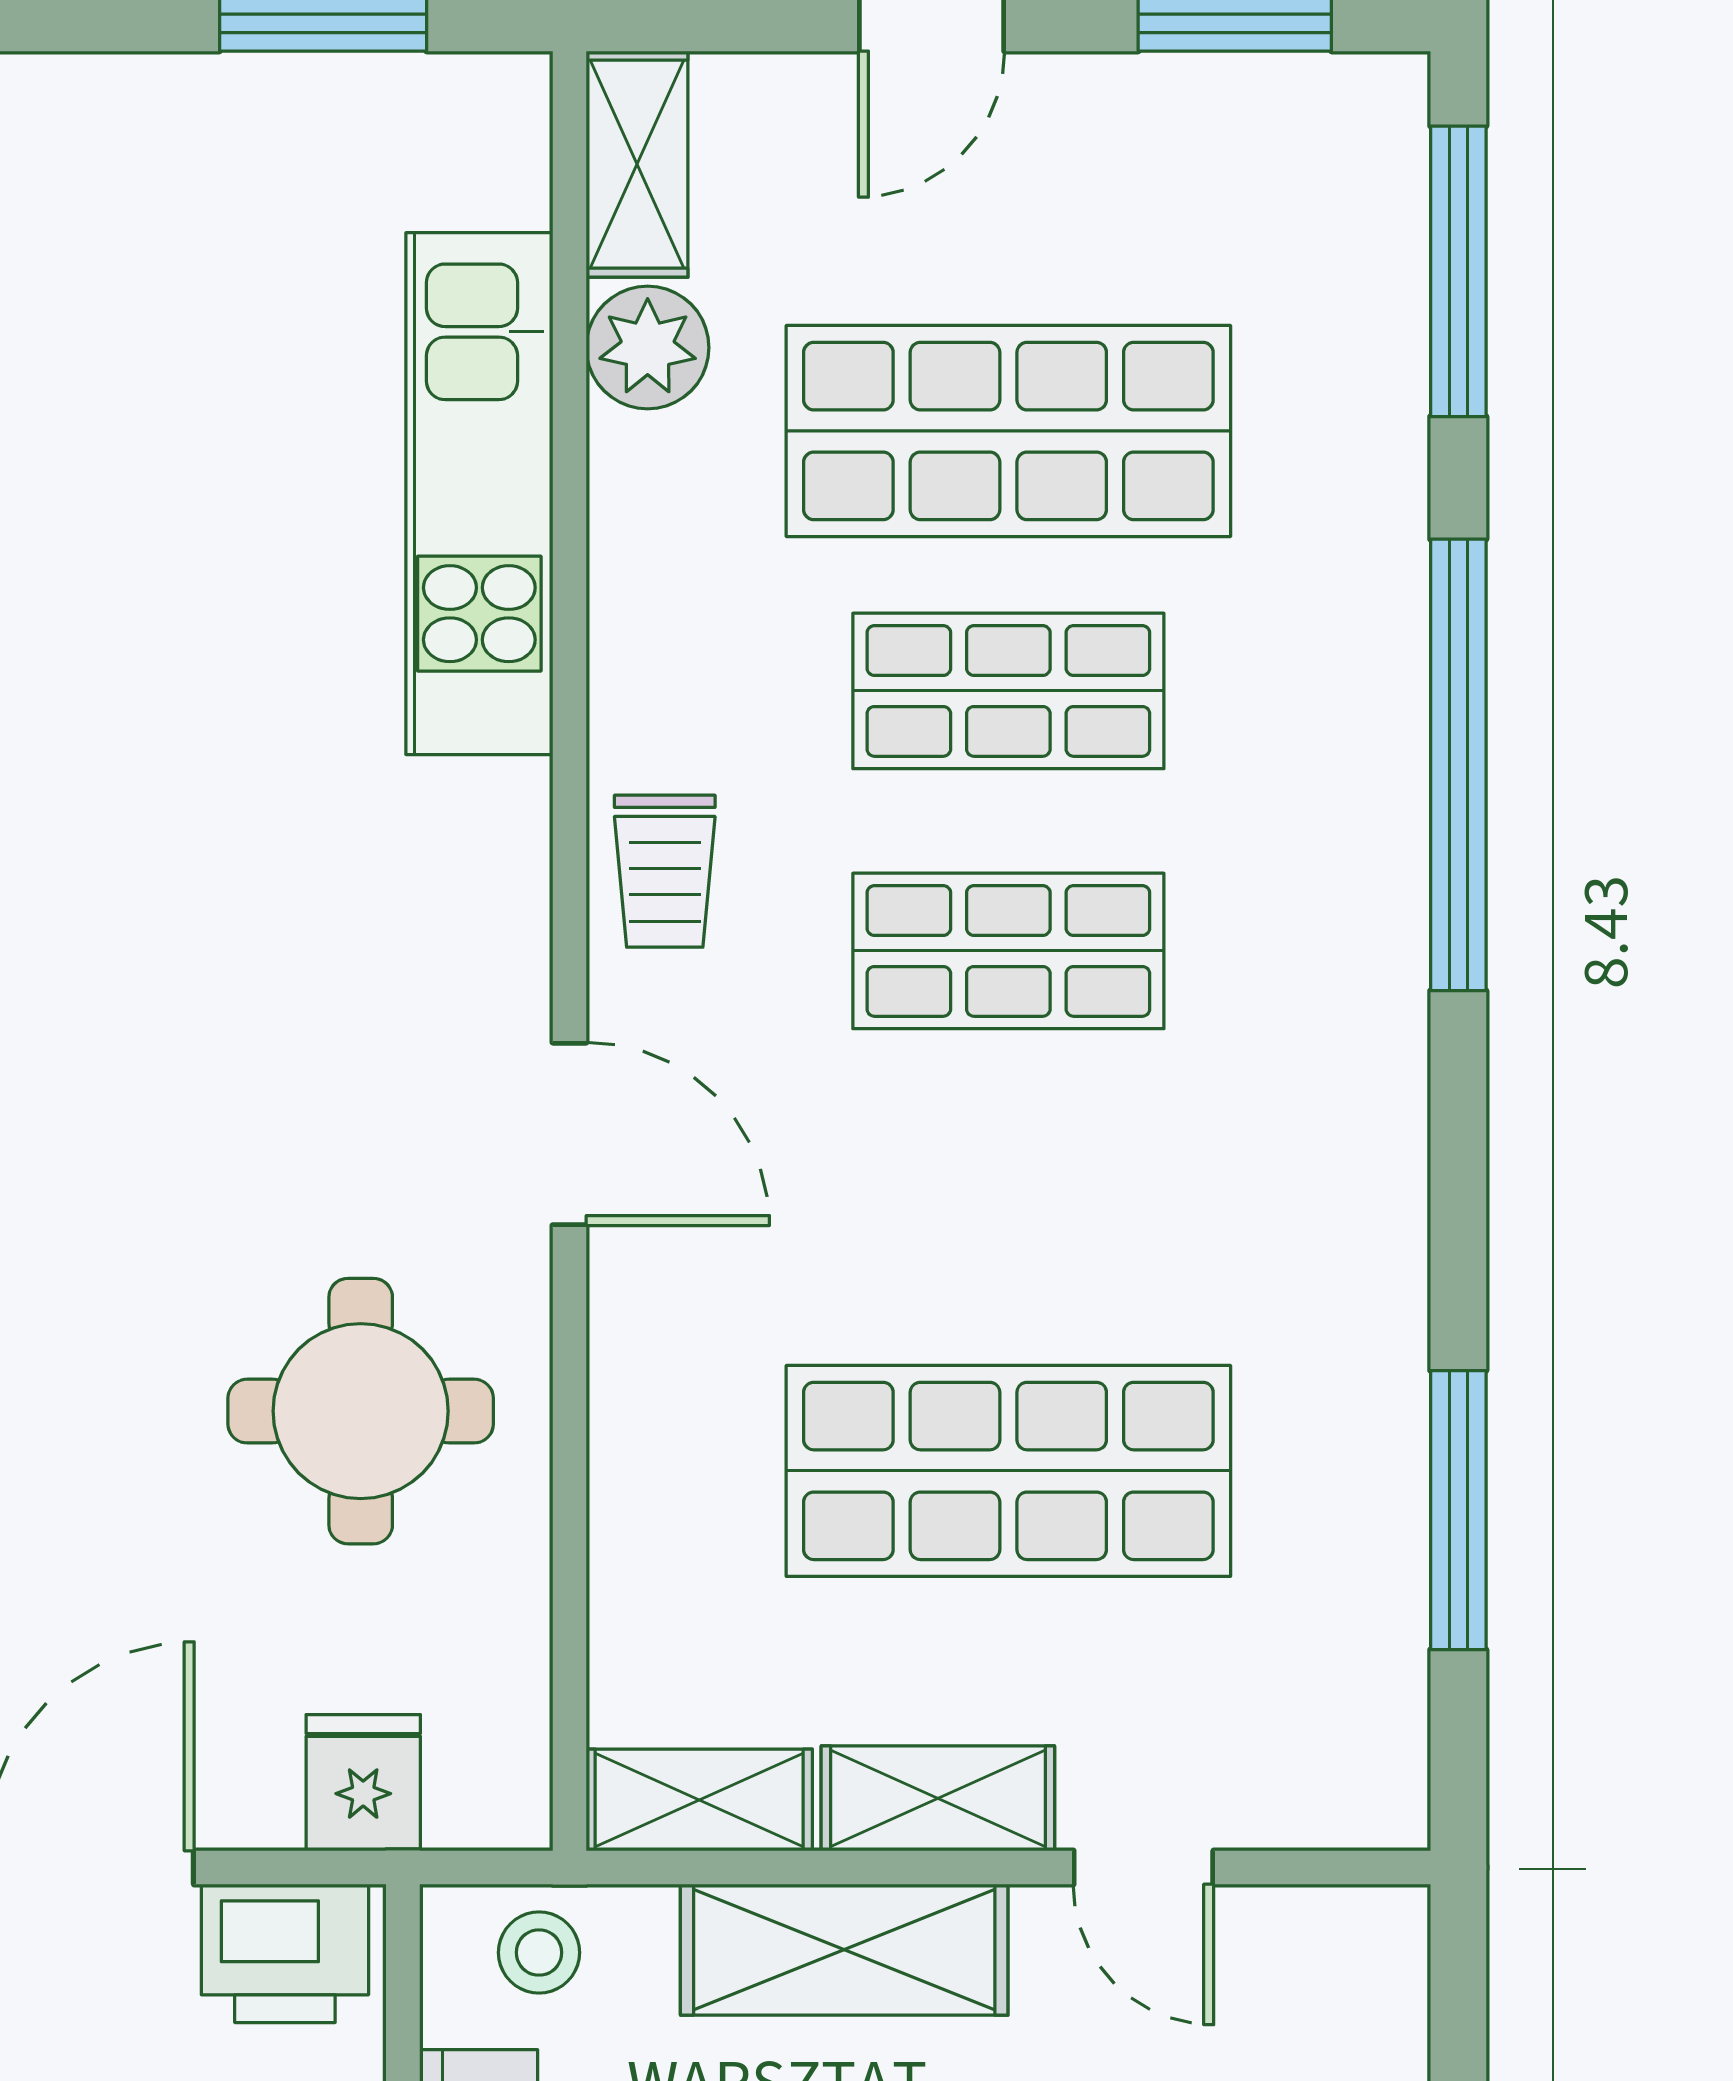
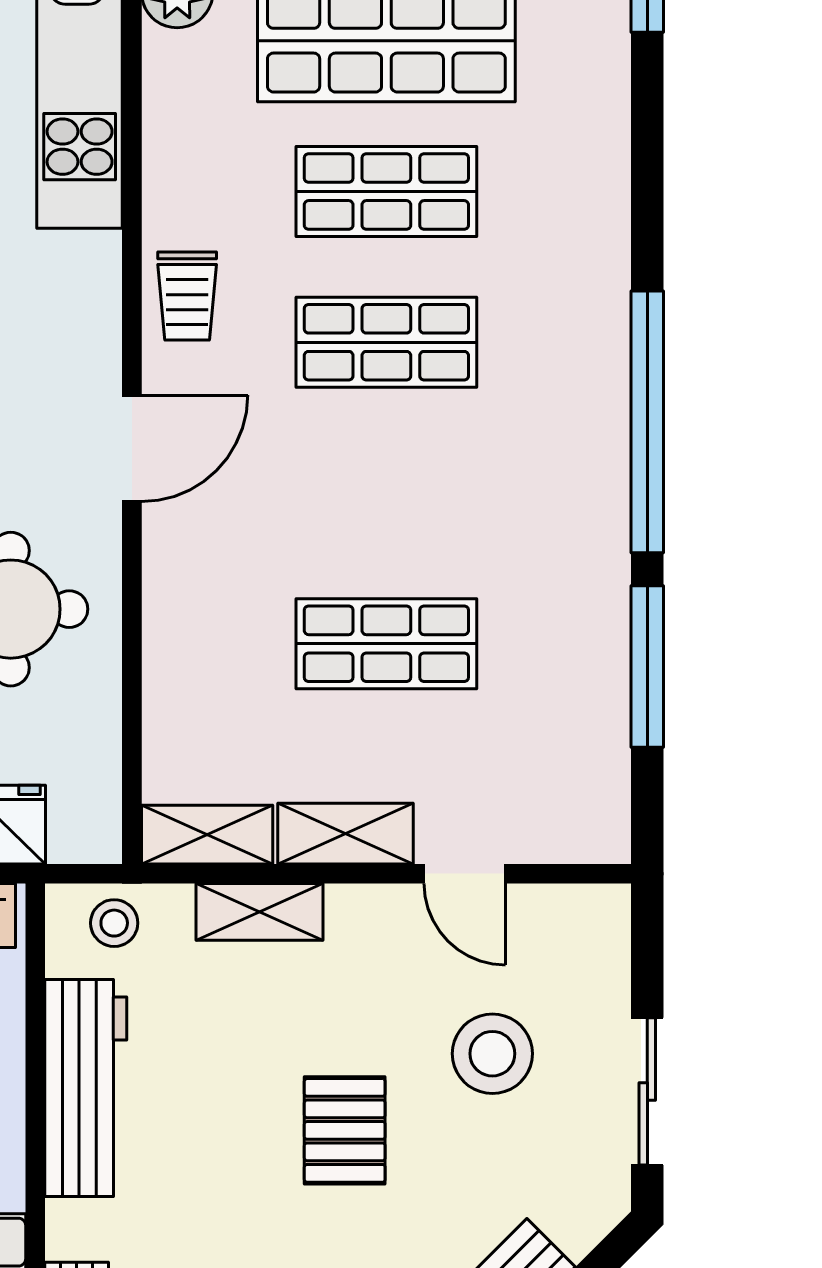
window: (1458, 765) -> (647, 422), moved
door: (570, 1134) -> (132, 448), hinge flipped
shop shelf: (1008, 1471) -> (386, 644), width x0.70, depth x0.74
shelving: (844, 1950) -> (260, 912), width x0.67, depth x0.75

